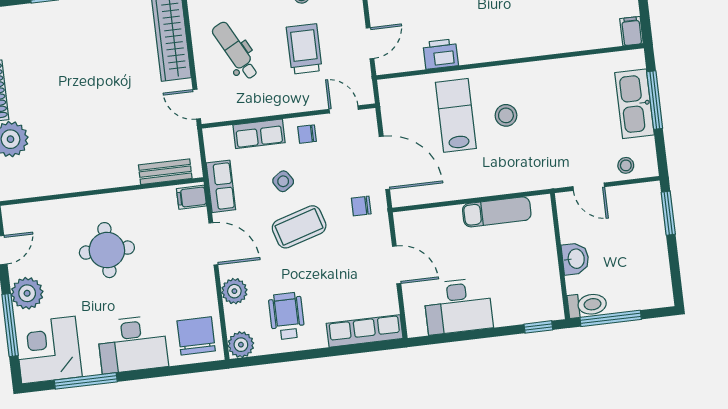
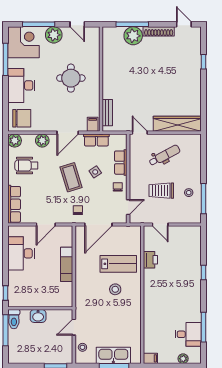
trolley: (304, 49) -> (161, 191), turned 180
door: (197, 104) -> (140, 133), hinge flipped
exam couch: (497, 212) -> (67, 264), moved
wheelchair: (287, 316) -> (26, 166), turned 180

